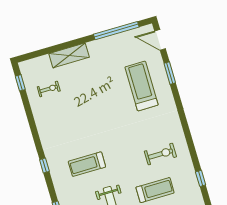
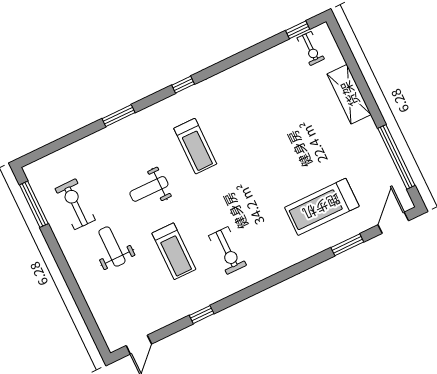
treadmill: (141, 86) -> (322, 207), turned 180
exercise bike: (49, 89) -> (311, 48), moved
treadmill: (87, 164) -> (195, 146), turned 180

